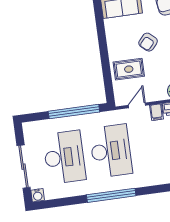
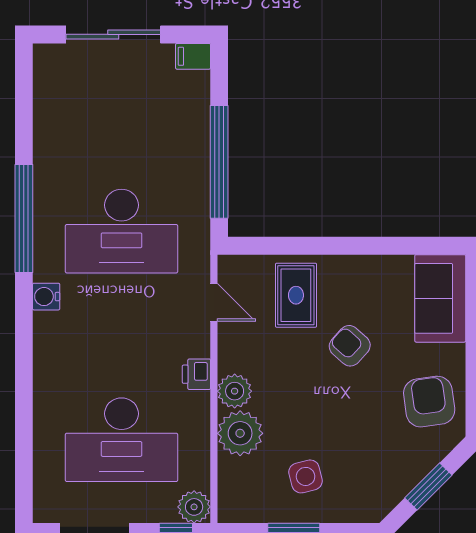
filing cabinet: (157, 112) -> (193, 56), moved
desk: (64, 157) -> (121, 127), removed
water cooler: (38, 195) -> (46, 297), moved

